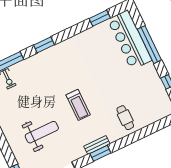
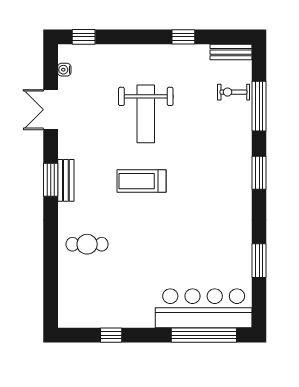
window: (100, 18) -> (259, 261), moved
window: (149, 45) -> (204, 335), moved
weight bench: (42, 132) -> (146, 114), moved

